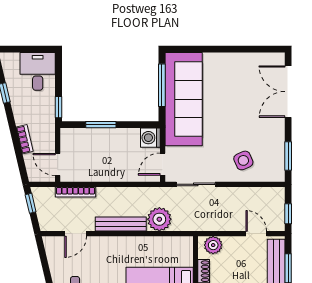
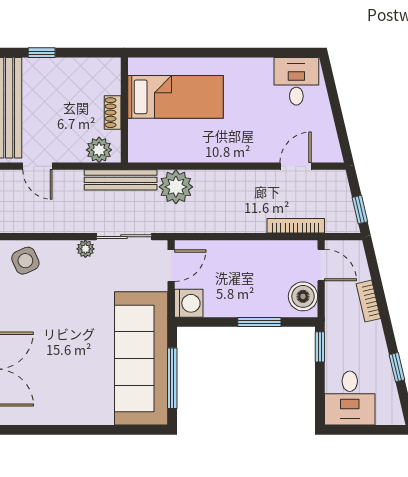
boiler: (70, 142) -> (303, 296), added
side table: (243, 160) -> (25, 261), moved
plant: (223, 176) -> (85, 249), added
bench: (121, 224) -> (121, 180), moved

